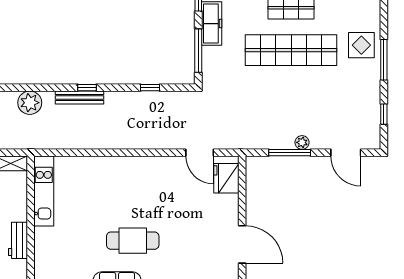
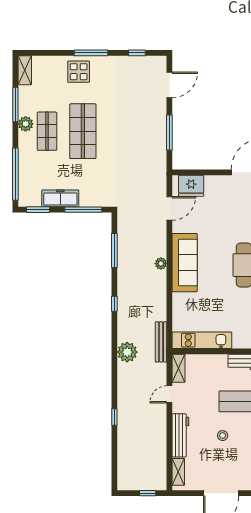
shop shelf: (291, 50) -> (83, 131), width x0.71
window: (150, 88) -> (114, 250), width x2.17
bench: (79, 98) -> (161, 342), moved
plant: (302, 142) -> (161, 264), moved
sofa: (136, 171) -> (185, 263), added

